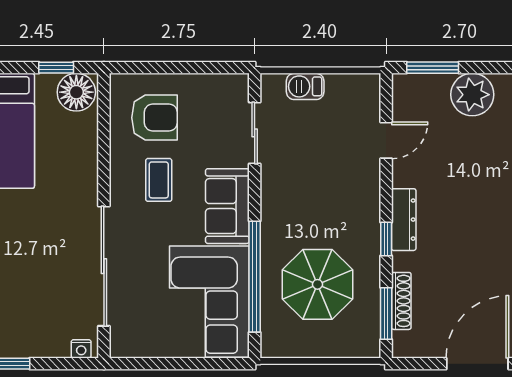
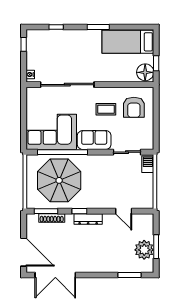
window: (433, 68) -> (156, 247), moved
barbecue: (305, 86) -> (148, 164), moved
parasol: (318, 284) -> (59, 180), width x1.36, depth x1.36

